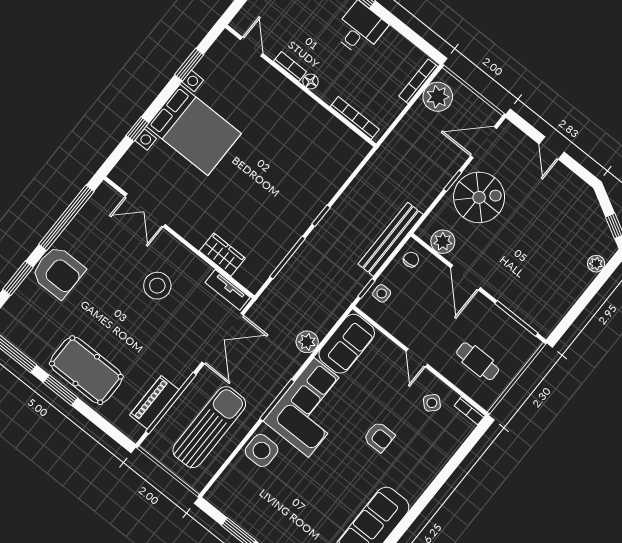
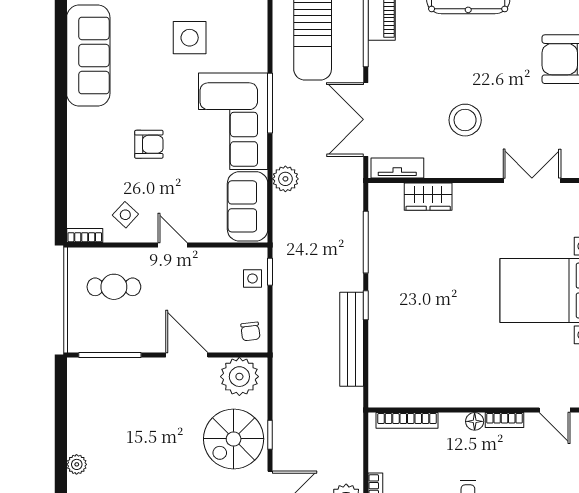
bench: (391, 239) -> (352, 339), moved
plant: (443, 242) -> (239, 377), width x1.36, depth x1.36
armchair: (379, 437) -> (149, 144), turned 180
side table: (262, 450) -> (190, 38), moved

